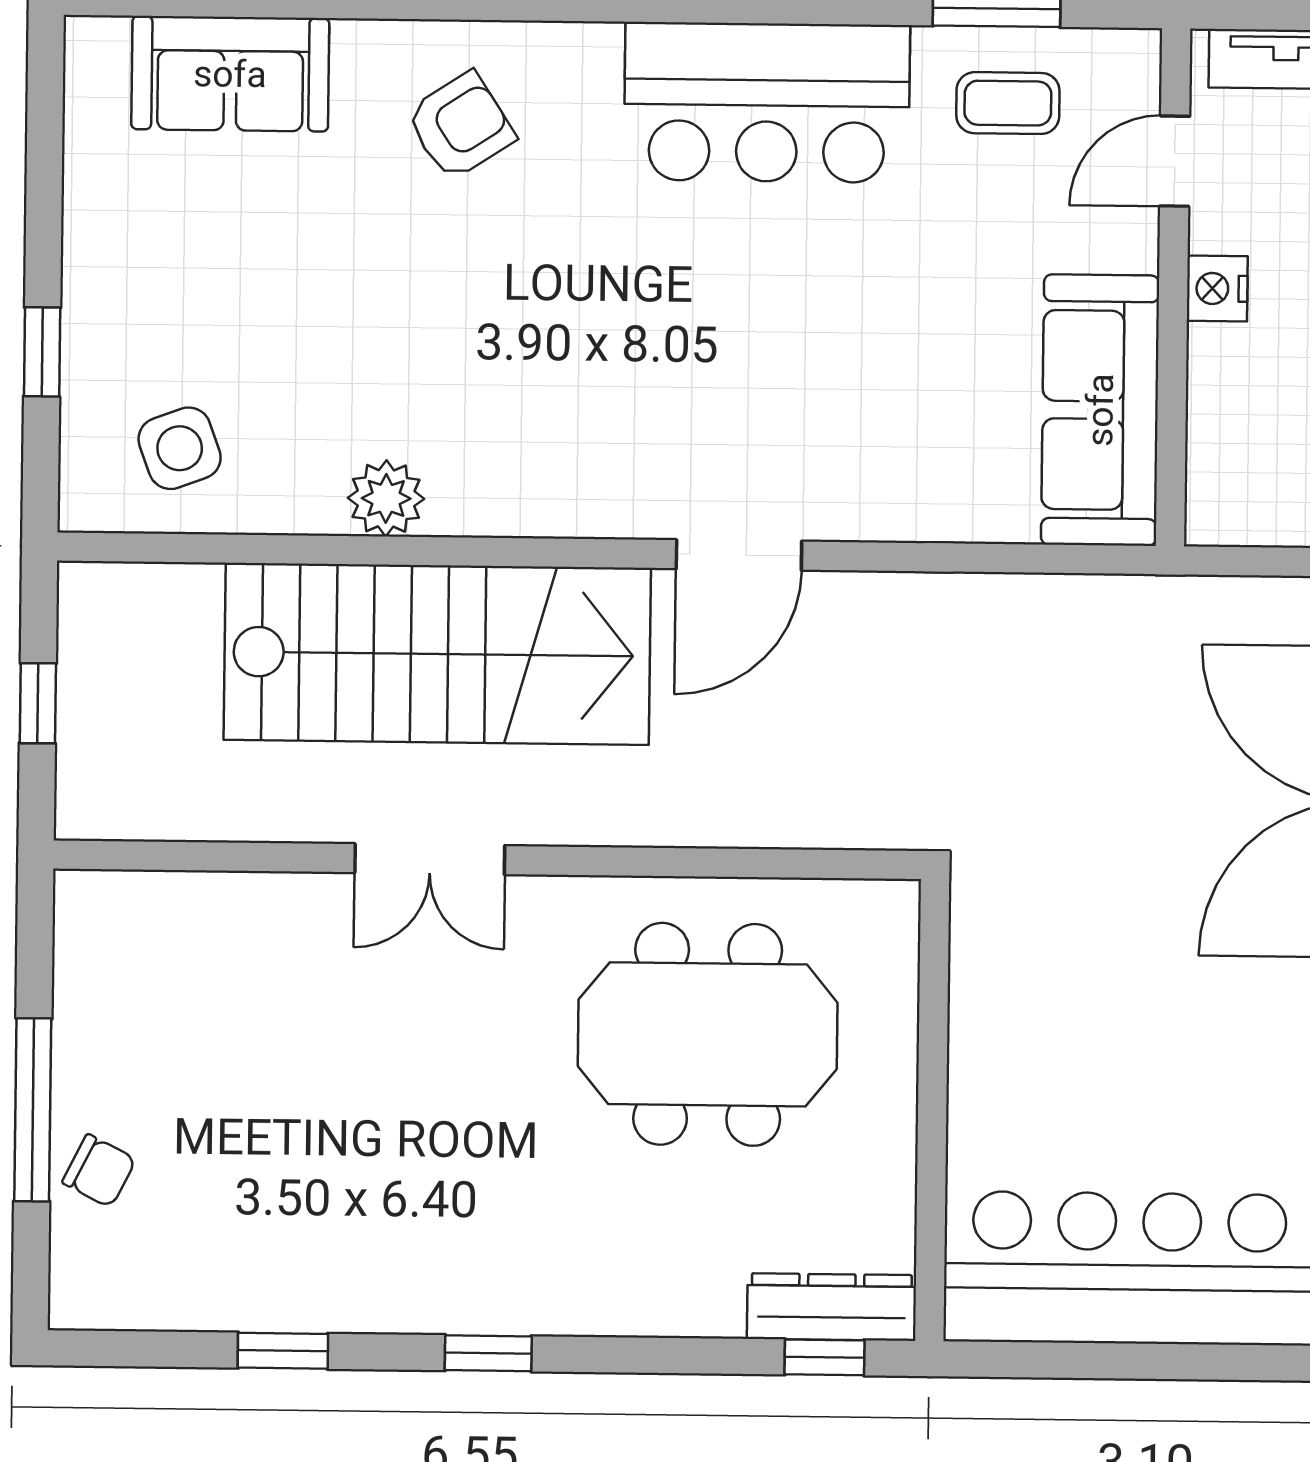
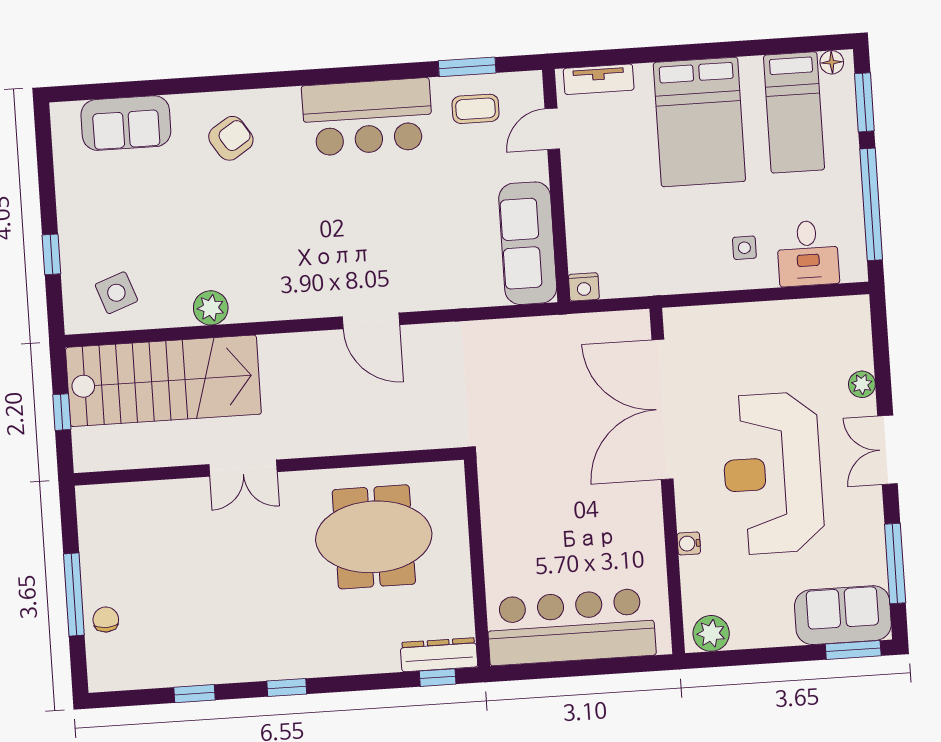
nightstand: (1217, 289) -> (584, 287), moved, turned -90
door: (739, 555) -> (371, 321), hinge flipped
stairs: (437, 654) -> (163, 381), moved
chair: (99, 1171) -> (106, 619), turned -117

